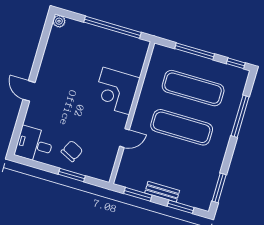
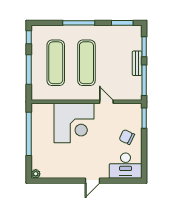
corner desk: (116, 91) -> (74, 123), width x1.36, depth x1.36
window: (240, 116) -> (79, 23), moved
desk: (34, 144) -> (126, 166), width x1.37
window: (72, 175) -> (144, 118), moved
window: (138, 194) -> (144, 80), width x1.44

